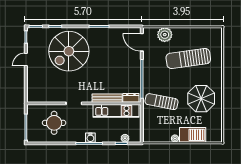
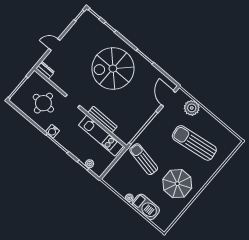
spiral stairs: (69, 51) -> (113, 69), moved
door: (26, 59) -> (54, 45), moved
dresser: (131, 98) -> (45, 70), moved
water cooler: (90, 138) -> (53, 131), moved

